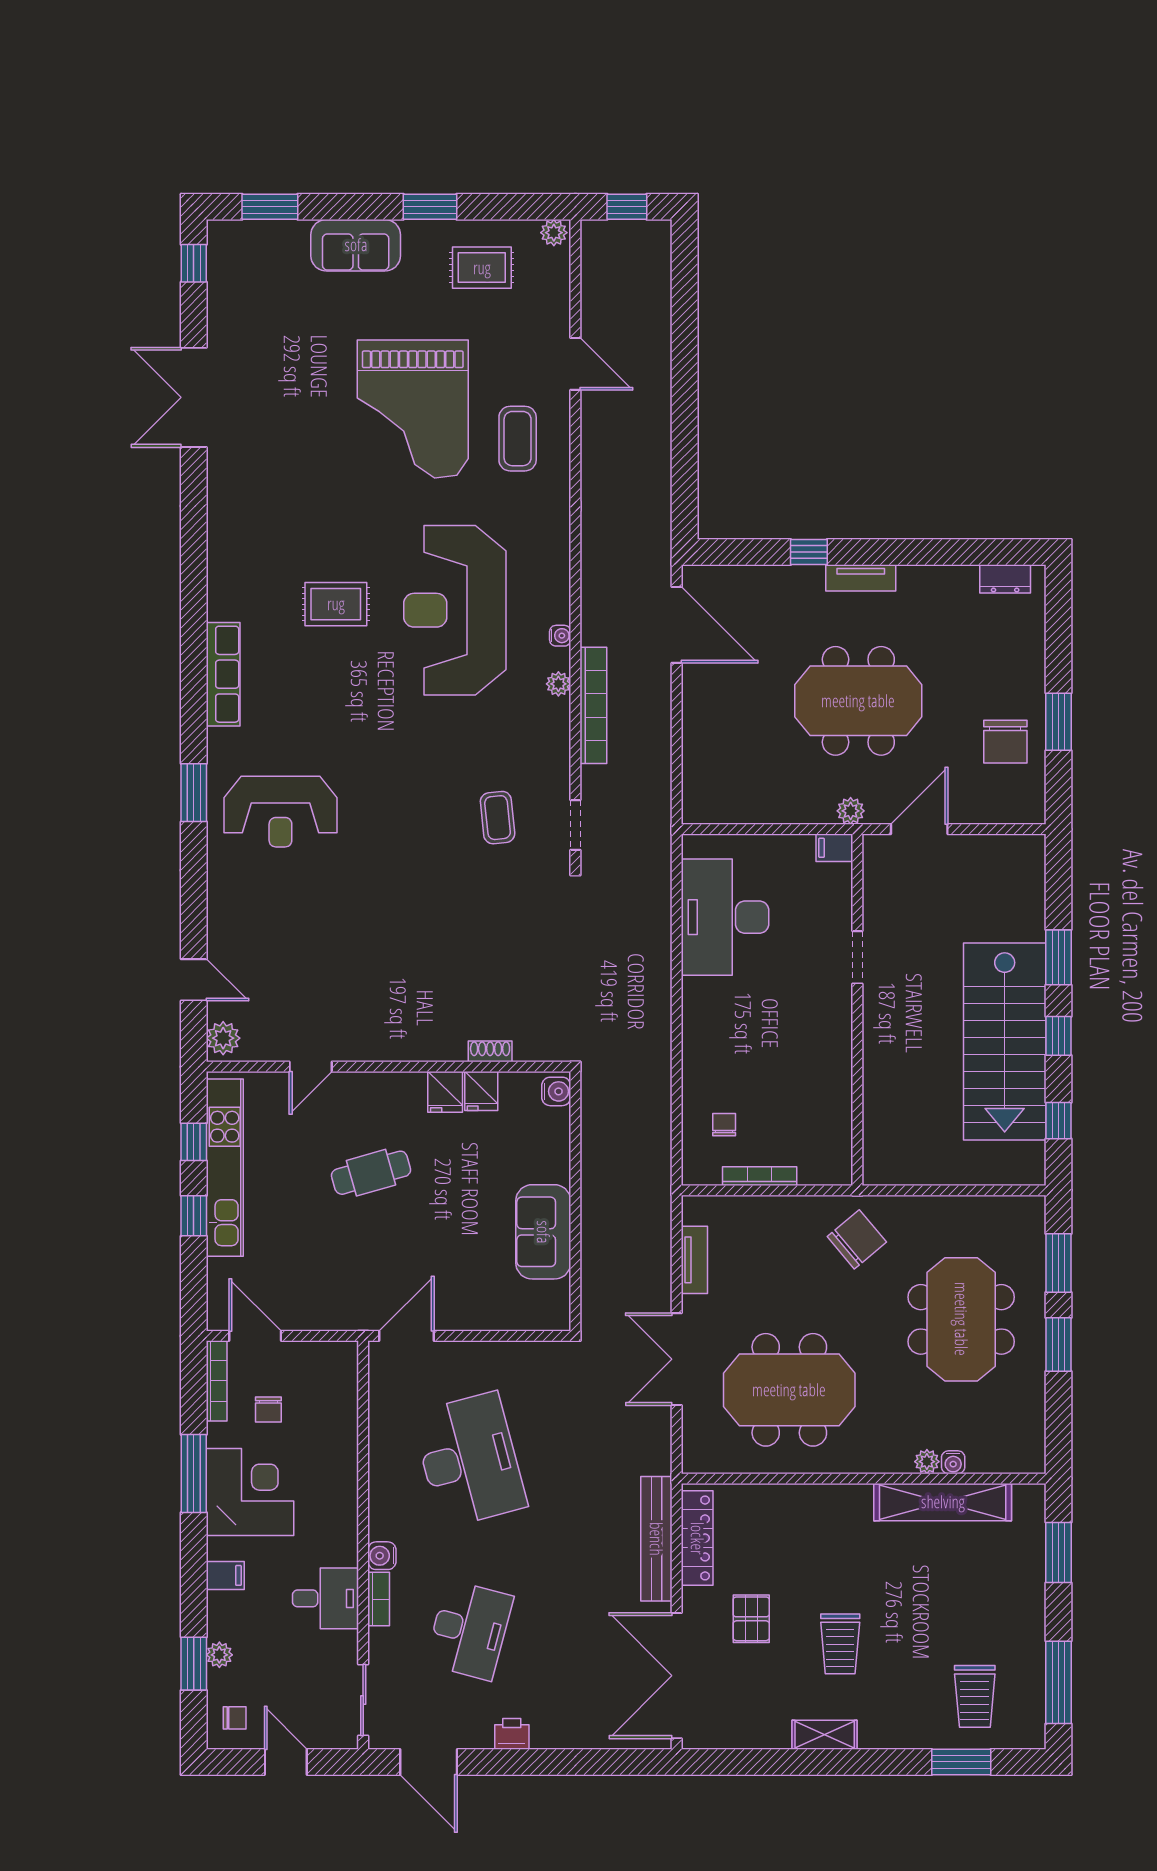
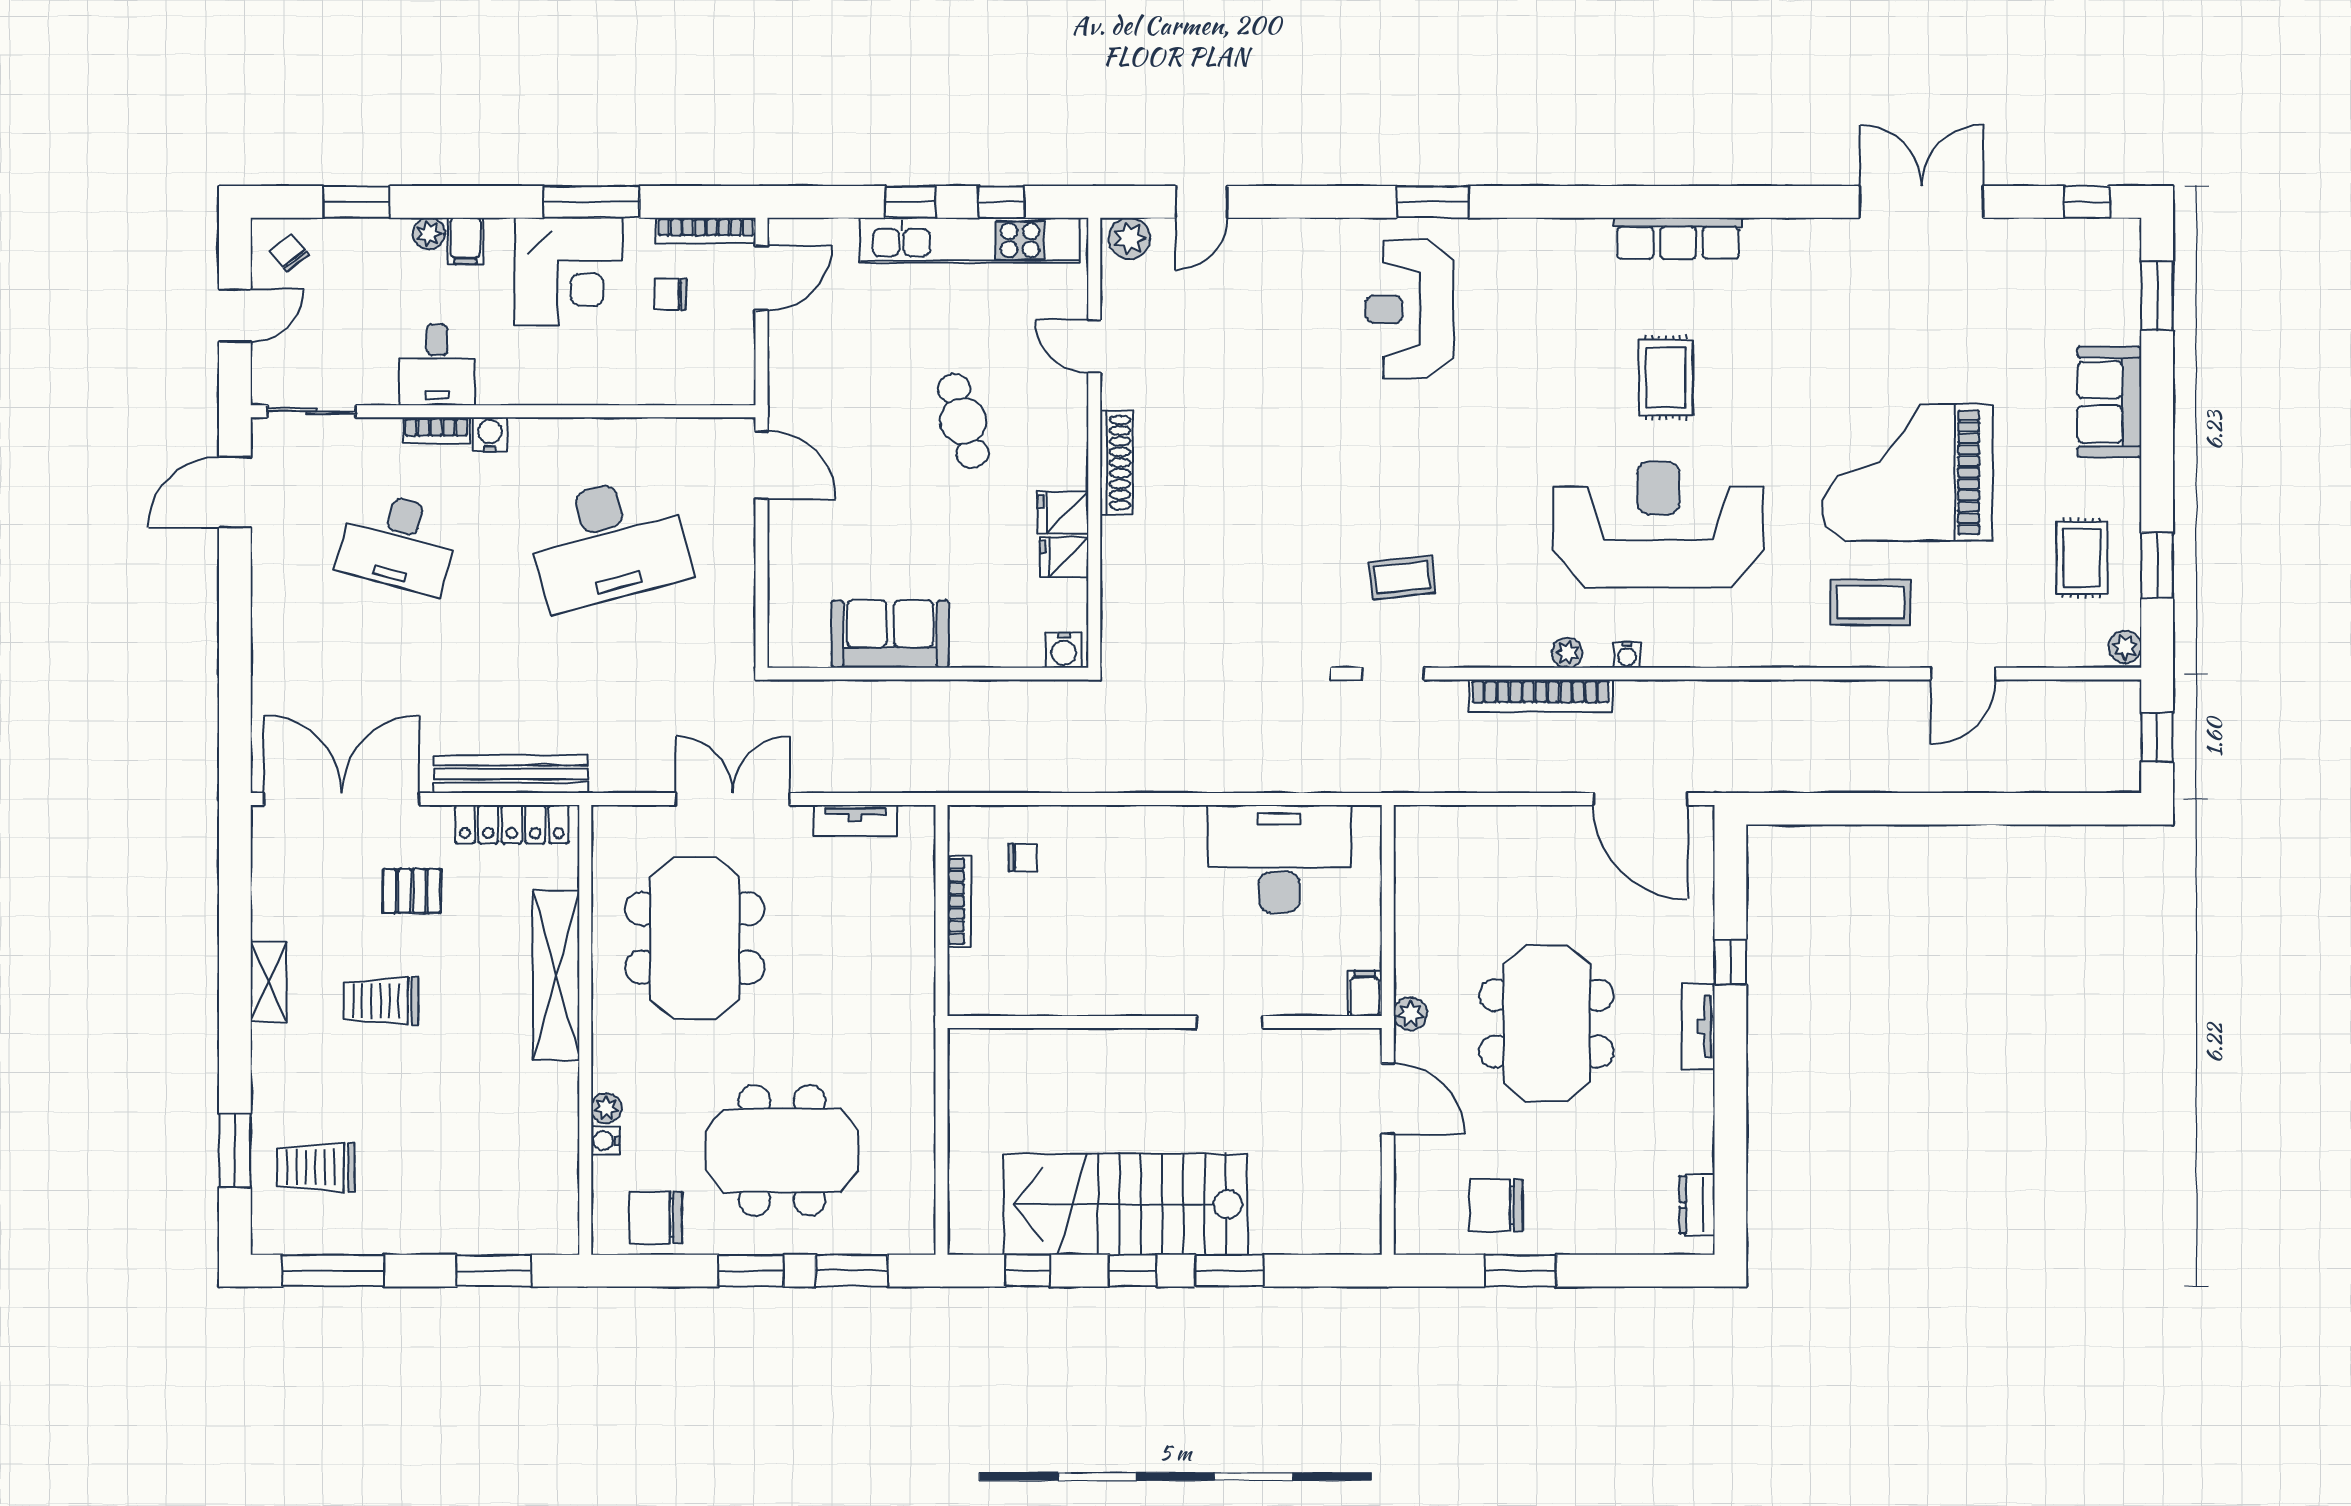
window: (430, 207) -> (2157, 565), moved
door: (677, 625) -> (1640, 799), hinge flipped
row of seats: (223, 674) -> (1678, 238), moved
shoe rack: (490, 1051) -> (1116, 463), moved, width x1.94, depth x1.24
chair: (857, 1239) -> (656, 1218), moved, turned 130
shelving: (943, 1502) -> (556, 975), moved
plant: (219, 1655) -> (429, 234), moved
chair: (235, 1718) -> (289, 253), turned 142
printer: (512, 1734) -> (270, 595), removed

